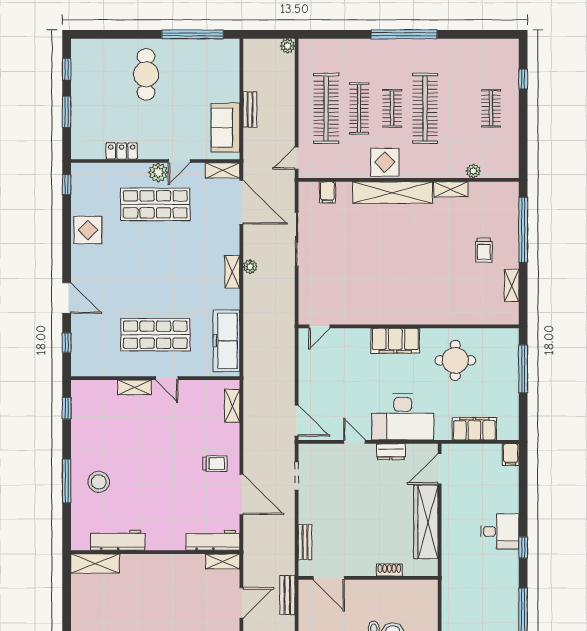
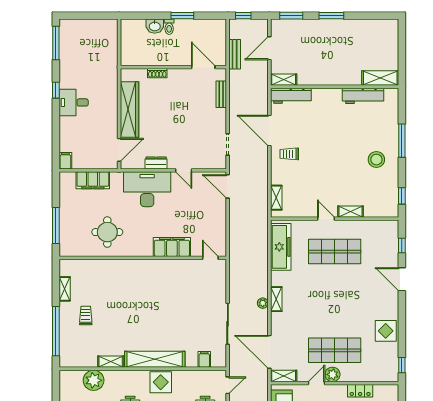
plant: (473, 171) -> (94, 380), width x1.87, depth x1.87
door: (319, 326) -> (210, 258), hinge flipped
filing cabinet: (395, 341) -> (172, 247), moved
stool: (99, 482) -> (376, 160), moved

